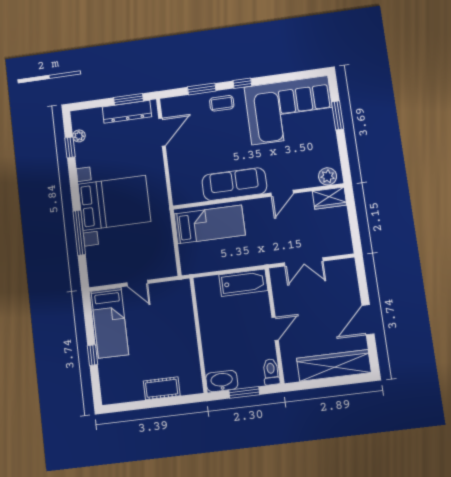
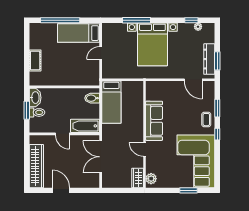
bed: (209, 224) -> (111, 102), moved
double door: (304, 262) -> (101, 157), width x1.37
bathtub: (243, 283) -> (85, 126), moved, turned 90
bidet: (211, 288) -> (92, 98), added
window: (92, 355) -> (60, 20), width x3.17
toilet: (271, 372) -> (37, 112), moved

